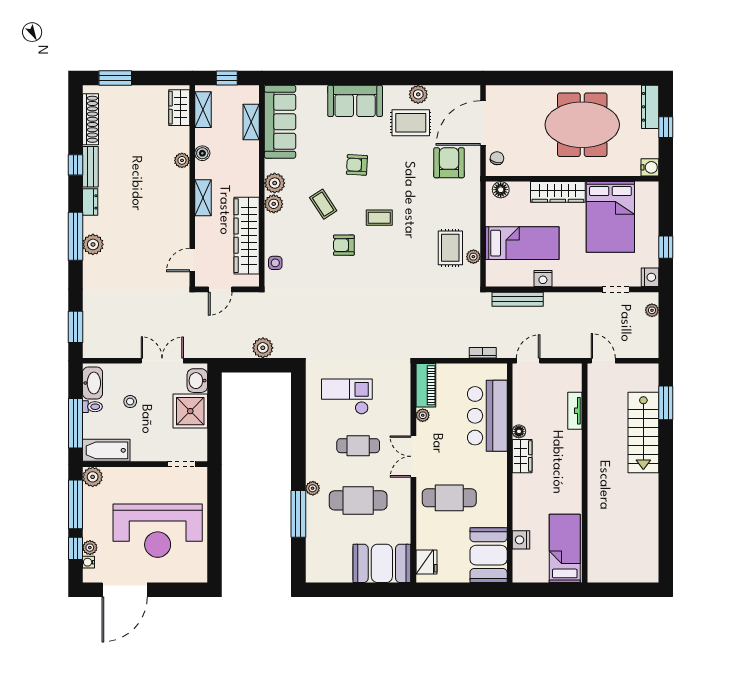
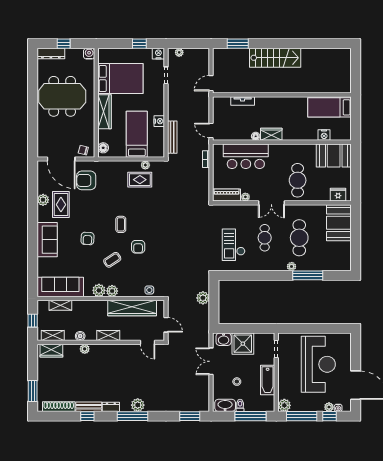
meeting table: (582, 125) -> (62, 96), turned 90
stairs: (643, 433) -> (275, 58), moved
bathtub: (106, 450) -> (268, 380), moved

